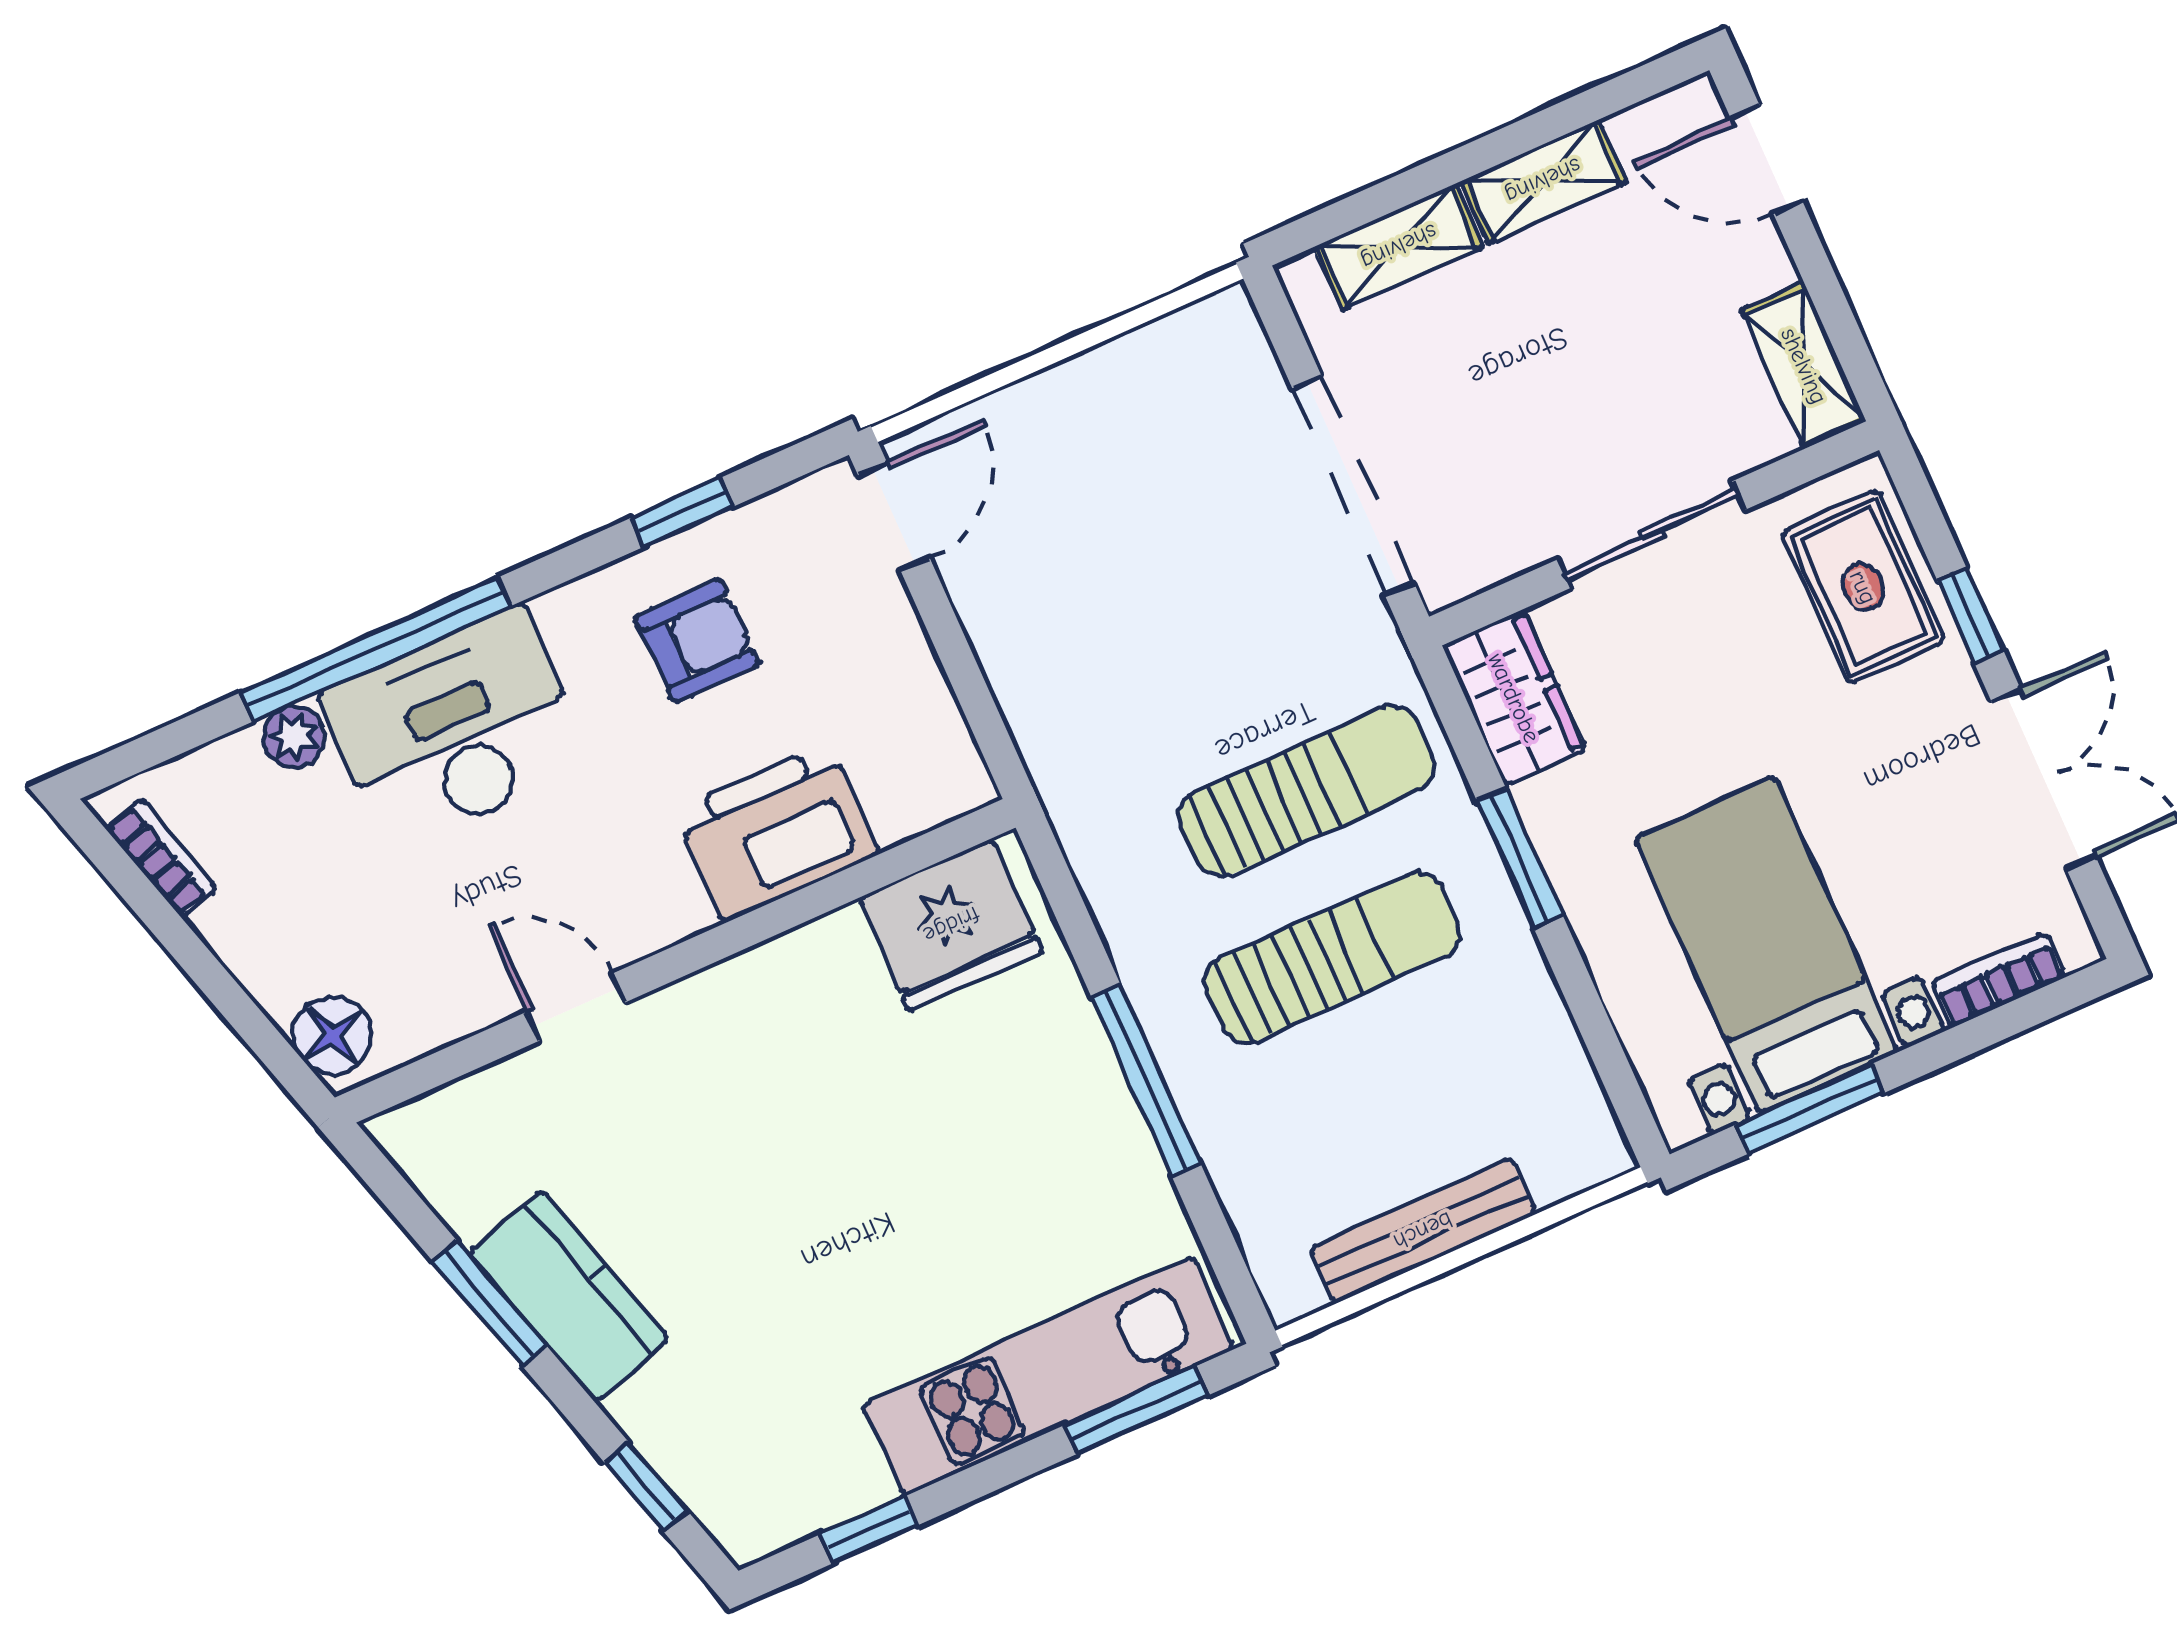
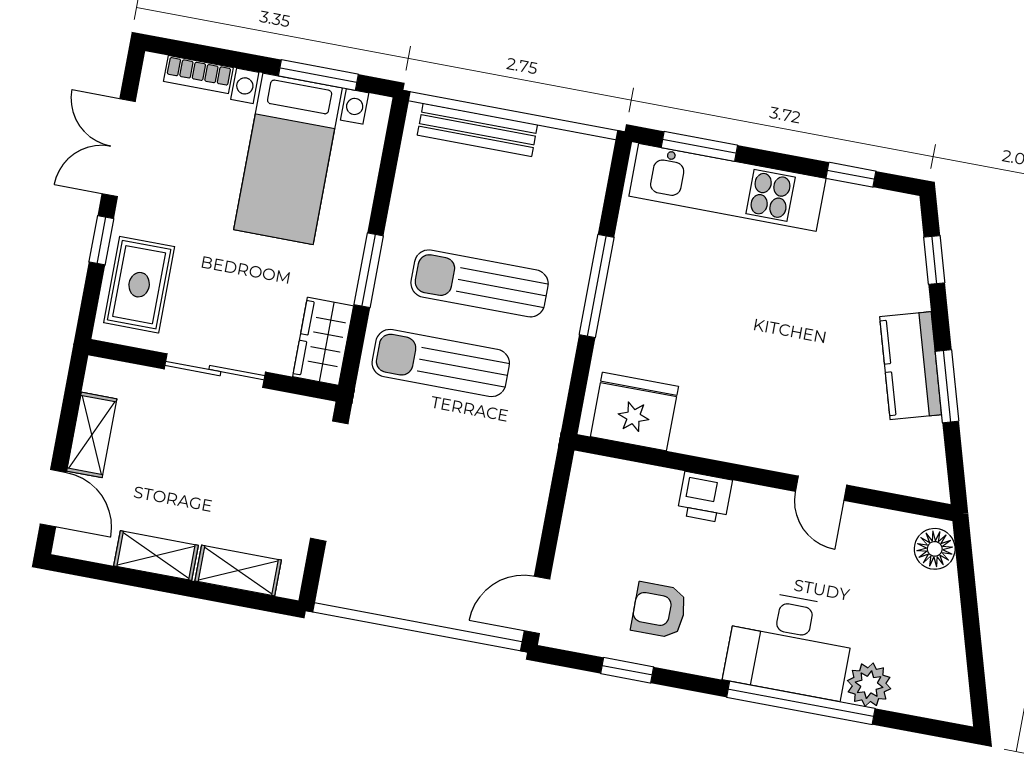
shelving: (1804, 366) -> (92, 435), moved
plant: (294, 737) -> (869, 685), width x1.38, depth x1.38
printer: (777, 832) -> (705, 497), width x0.53, depth x0.68
bookcase: (161, 858) -> (956, 677), removed
bench: (1423, 1231) -> (477, 130), moved

